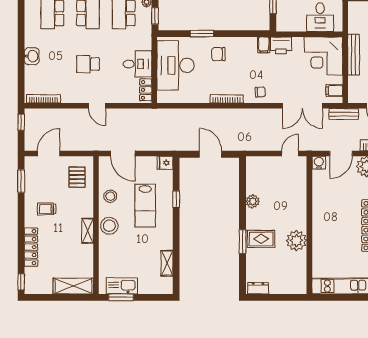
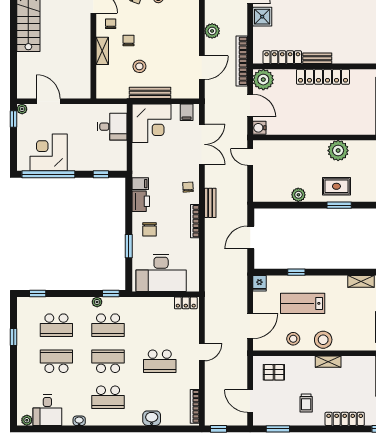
printer: (281, 45) -> (141, 201), moved
school desk: (88, 64) -> (160, 361), width x1.85
desk: (137, 64) -> (160, 311), removed
bench: (344, 114) -> (210, 203), moved
lab bench: (145, 205) -> (303, 303), turned 180
rug: (261, 239) -> (336, 186), turned 90

